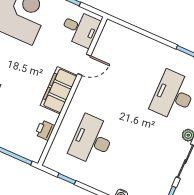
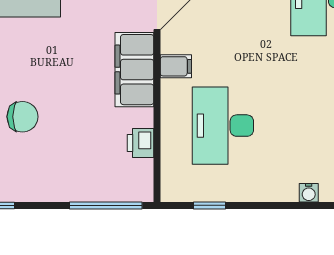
filing cabinet: (81, 98) -> (176, 66), added

